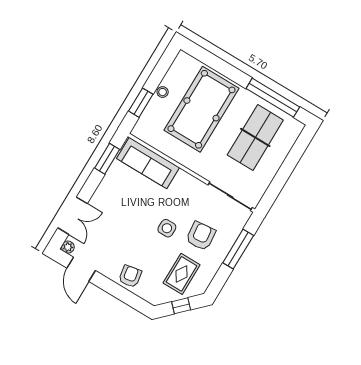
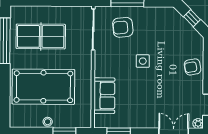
sofa: (148, 163) -> (104, 96), width x0.73
armchair: (201, 236) -> (123, 27), moved
rug: (182, 274) -> (169, 31), removed

